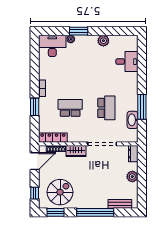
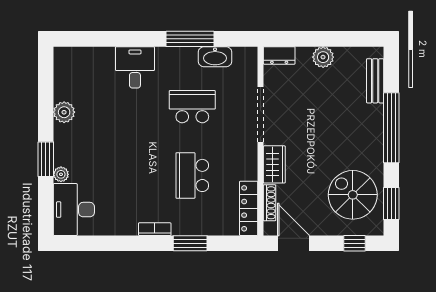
desk: (127, 62) -> (135, 67), moved

